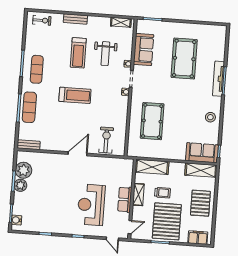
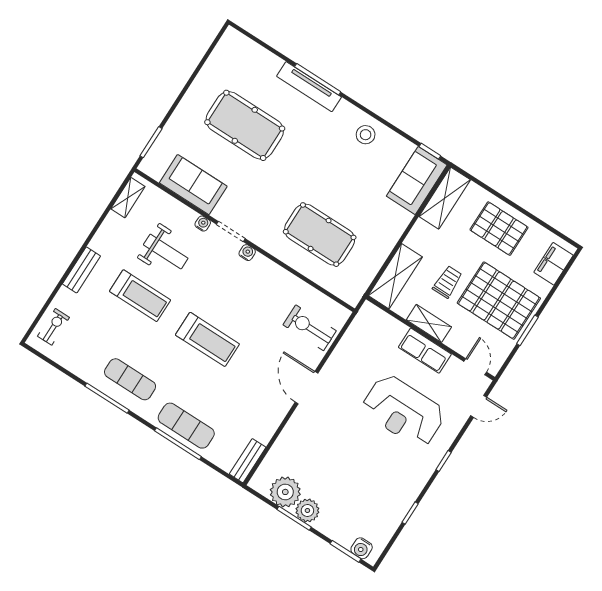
treadmill: (75, 95) -> (207, 339), turned 90

